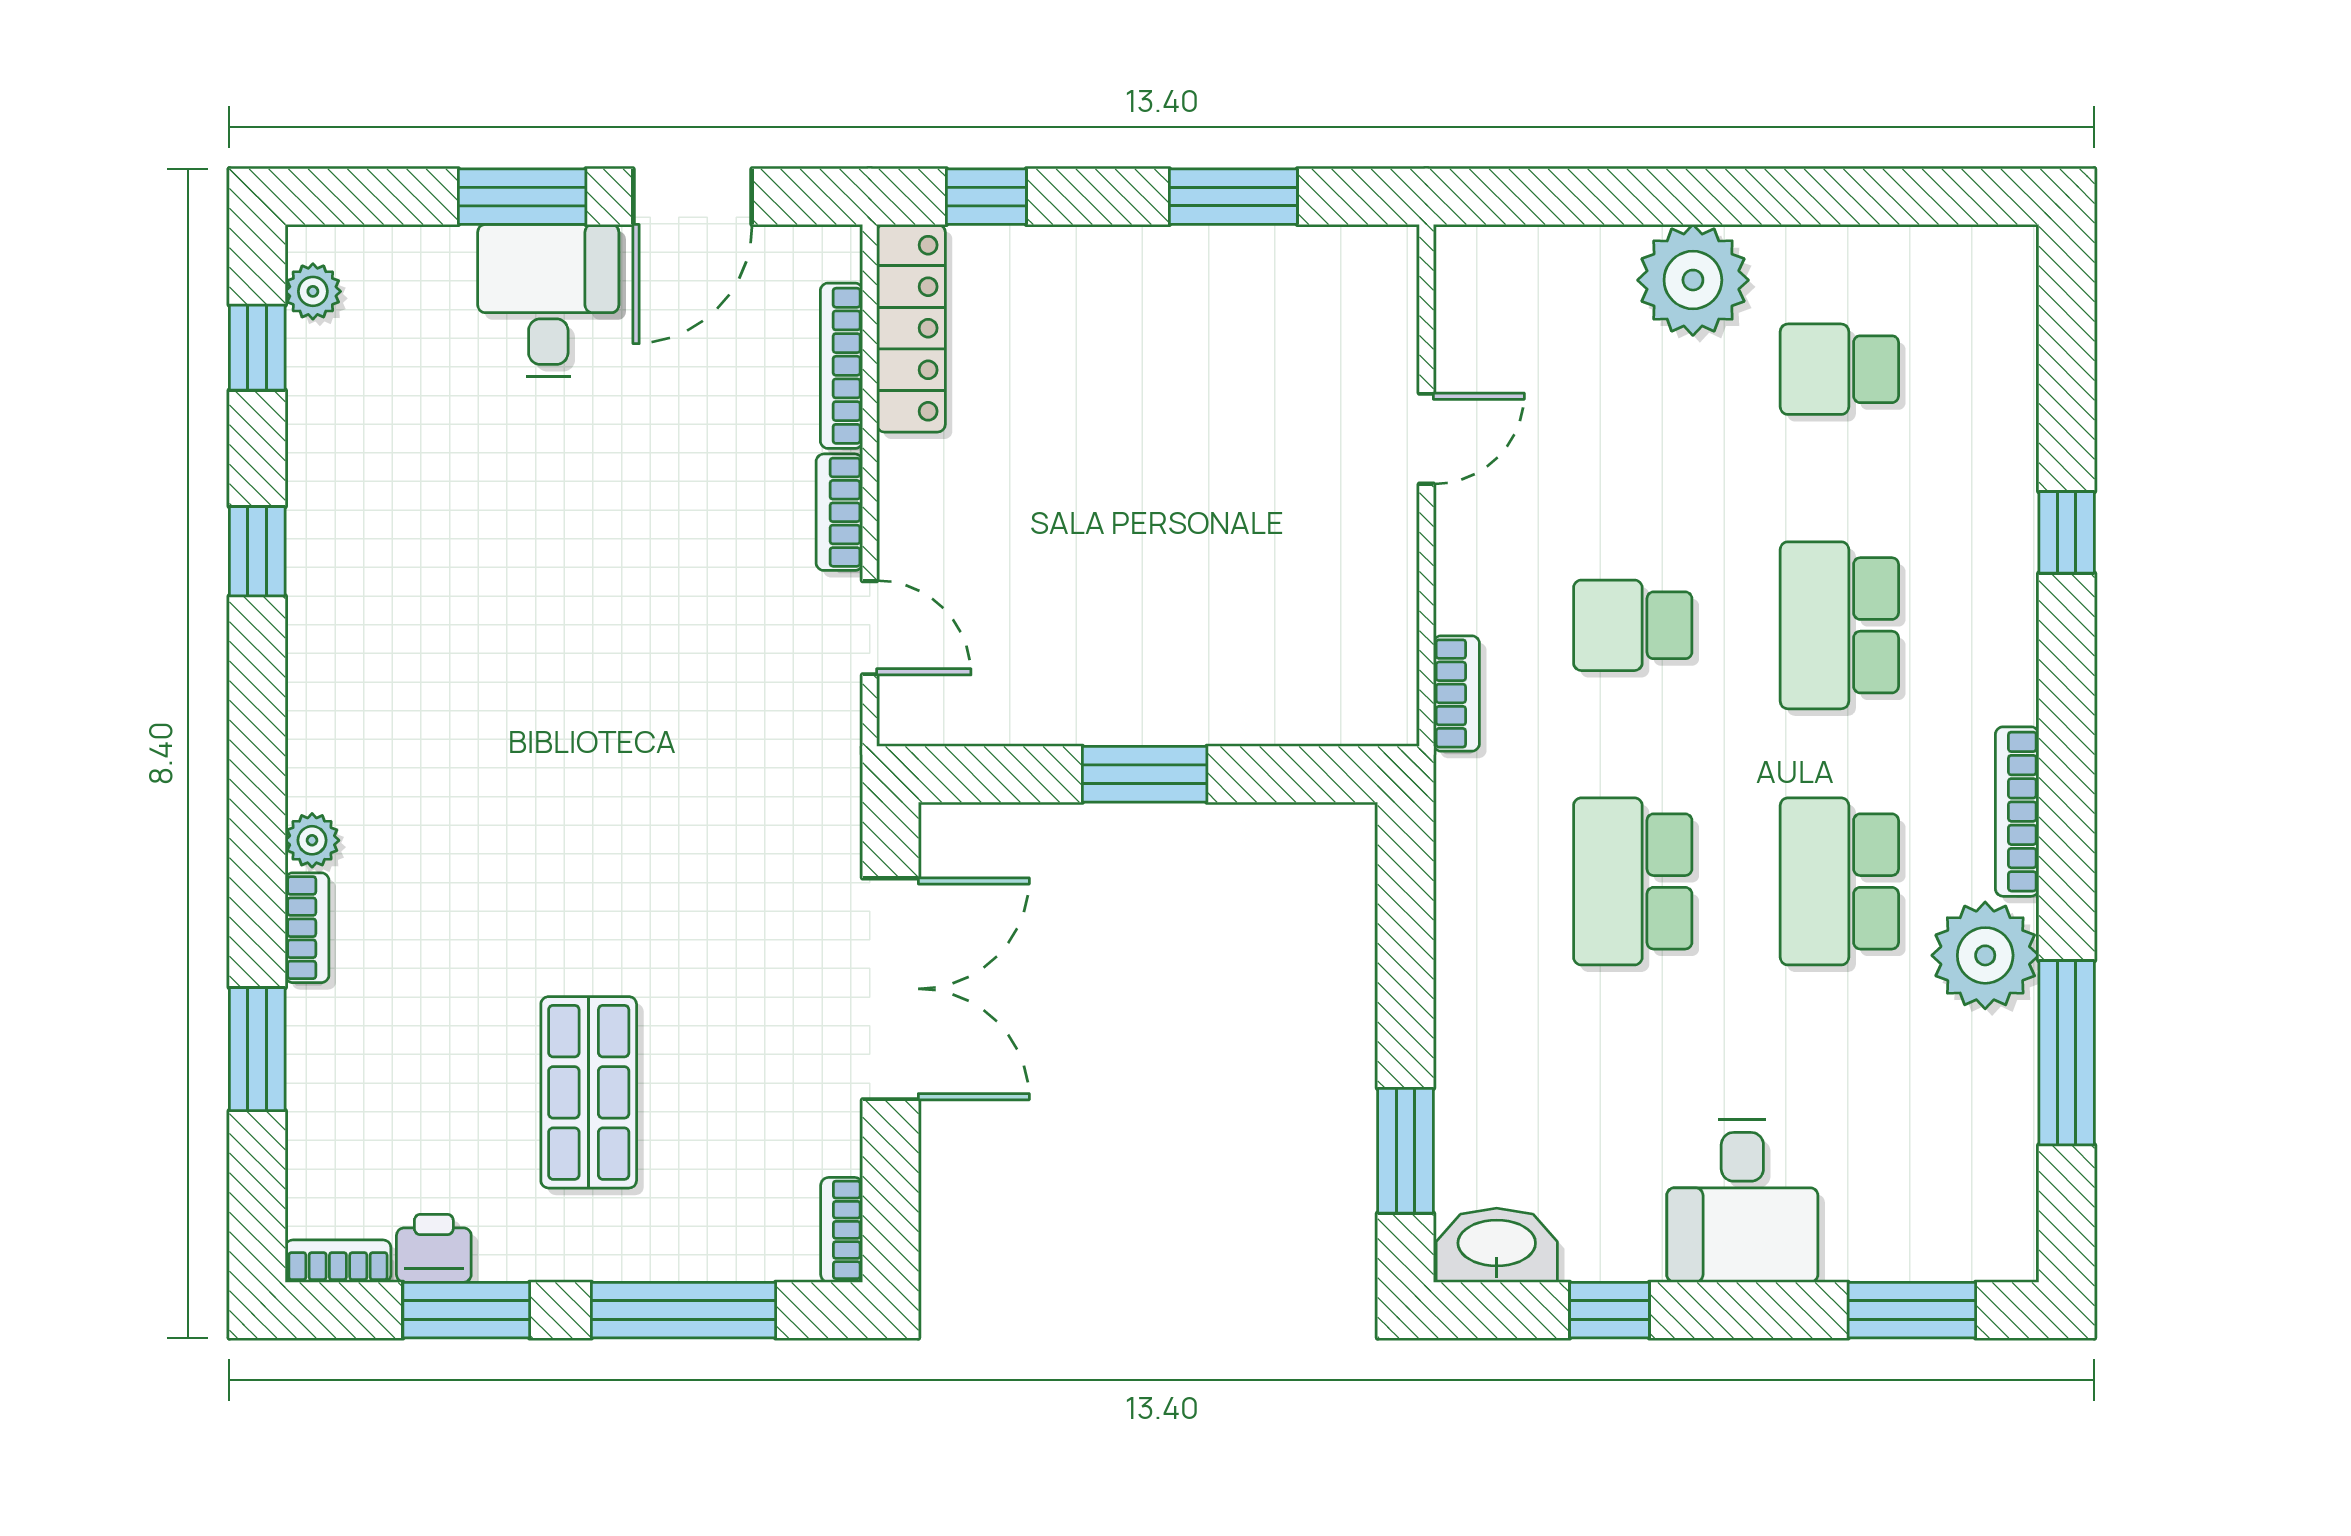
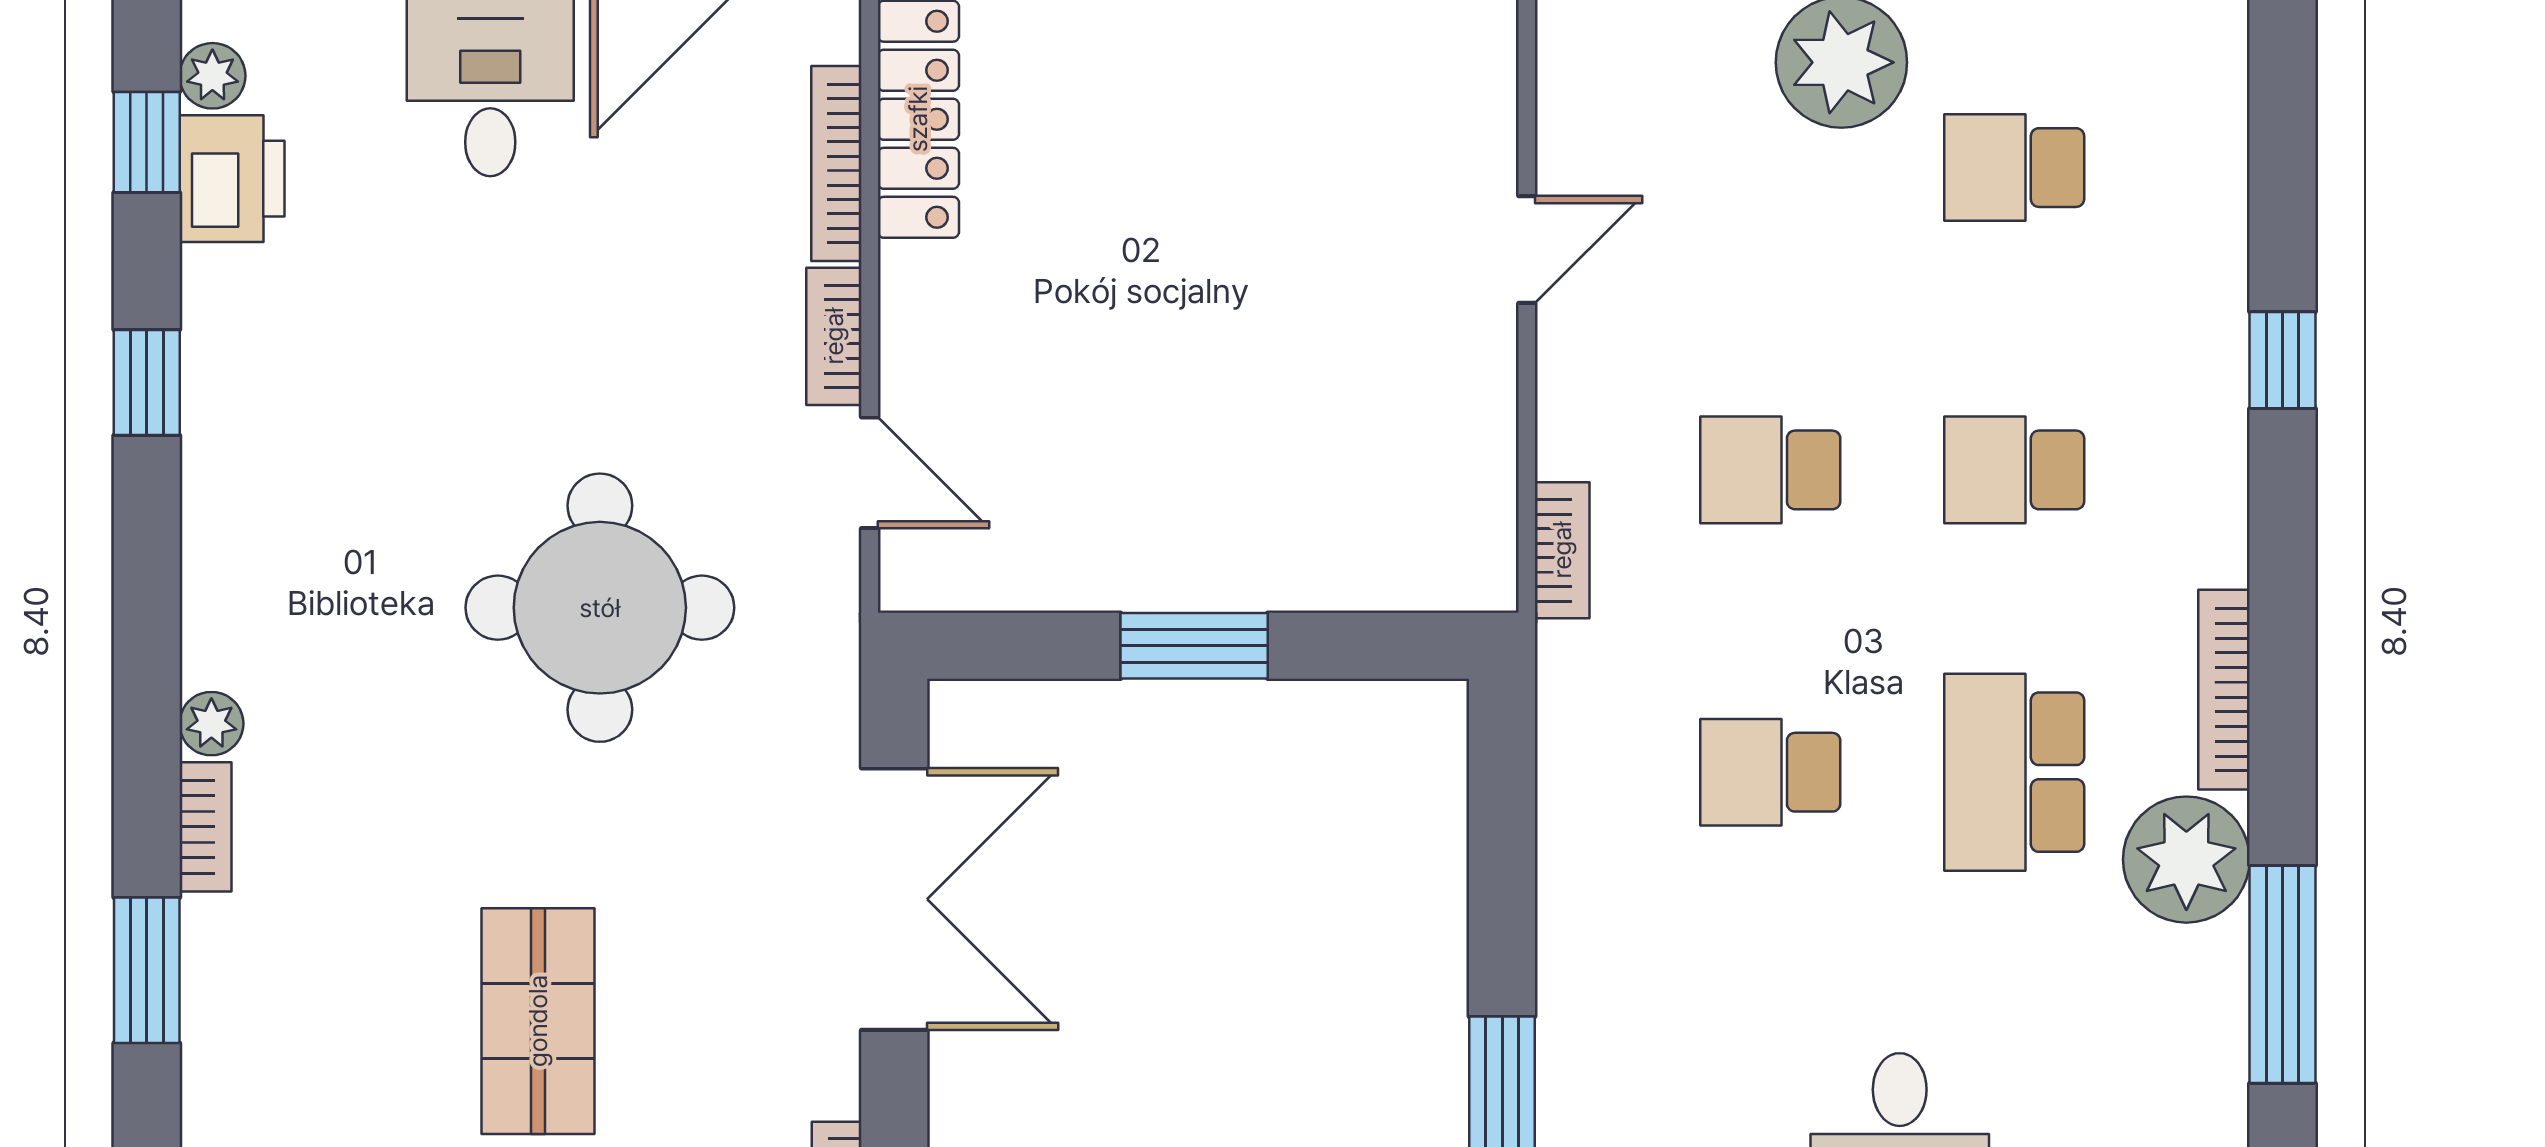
printer: (329, 379) -> (232, 179), added
school desk: (1839, 625) -> (2014, 470), width x0.54
round table: (641, 742) -> (600, 608), added
school desk: (1633, 881) -> (1770, 772), width x0.54

